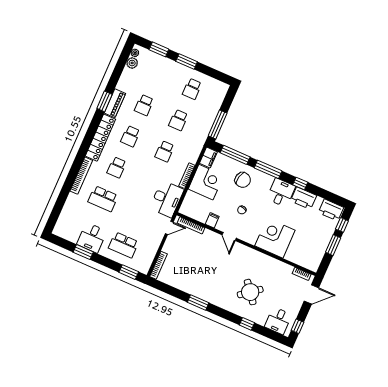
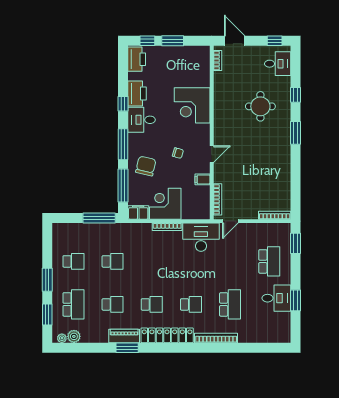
school desk: (165, 151) -> (73, 304), moved, width x1.85
door: (169, 228) -> (230, 221), swing flipped
round table: (250, 292) -> (260, 106), turned 38
window: (198, 302) -> (295, 133), moved

